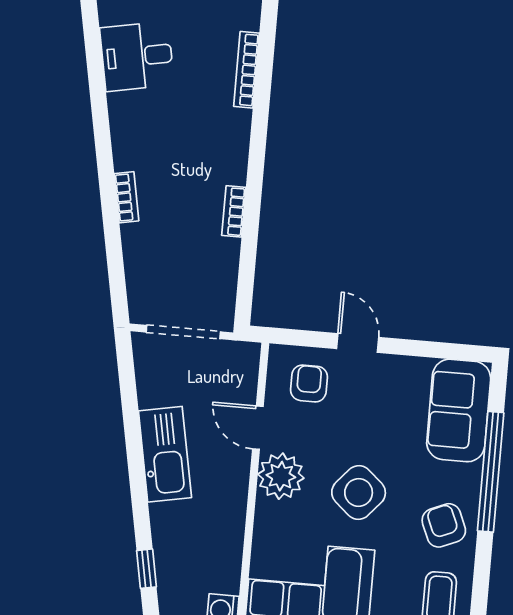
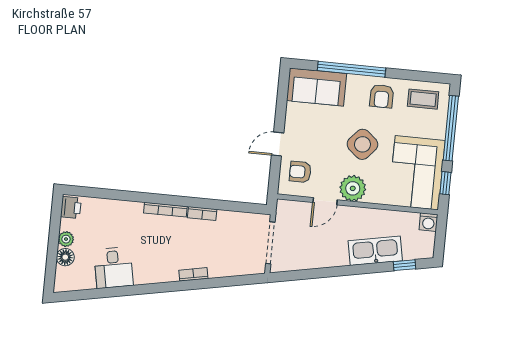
bookcase: (247, 70) -> (165, 210), moved
kitchen sink: (165, 454) -> (375, 251), moved
armchair: (444, 525) -> (382, 96), turned -67

